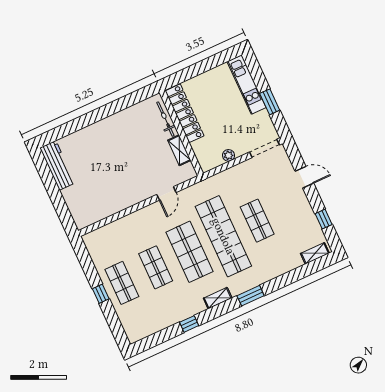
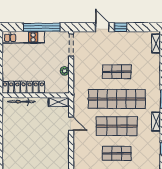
window: (270, 102) -> (42, 27), width x2.11
shelving: (179, 150) -> (59, 102), moved
door: (304, 177) -> (102, 27), hinge flipped
window: (324, 219) -> (121, 27), moved

